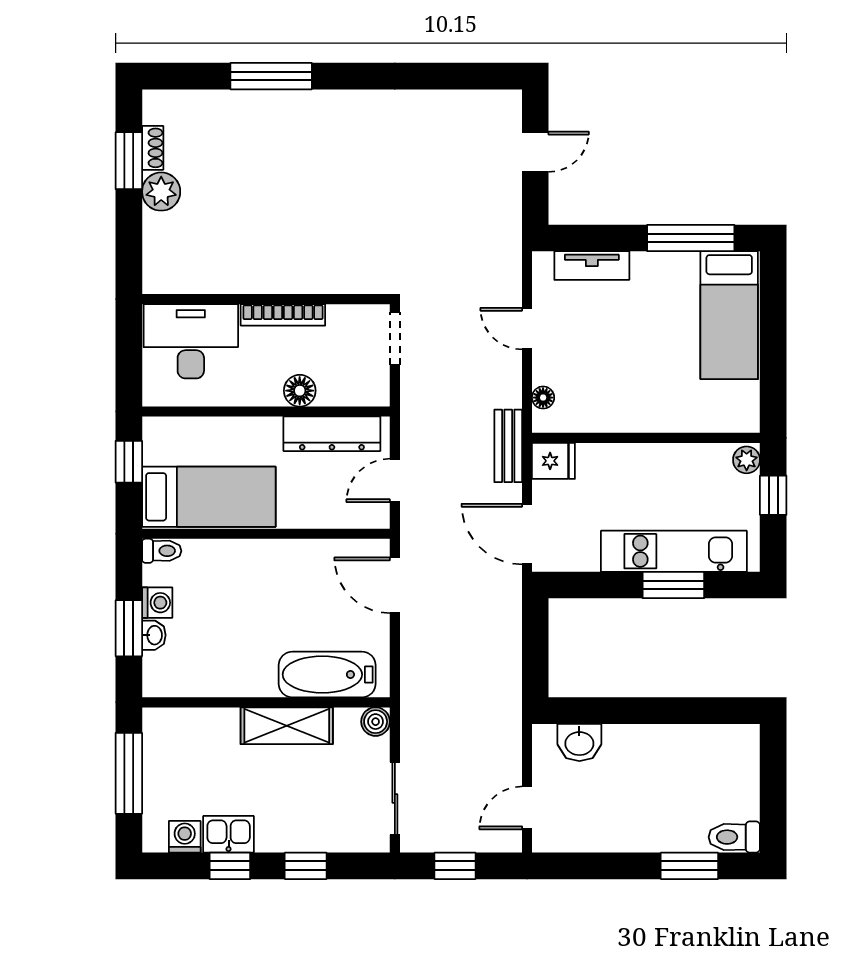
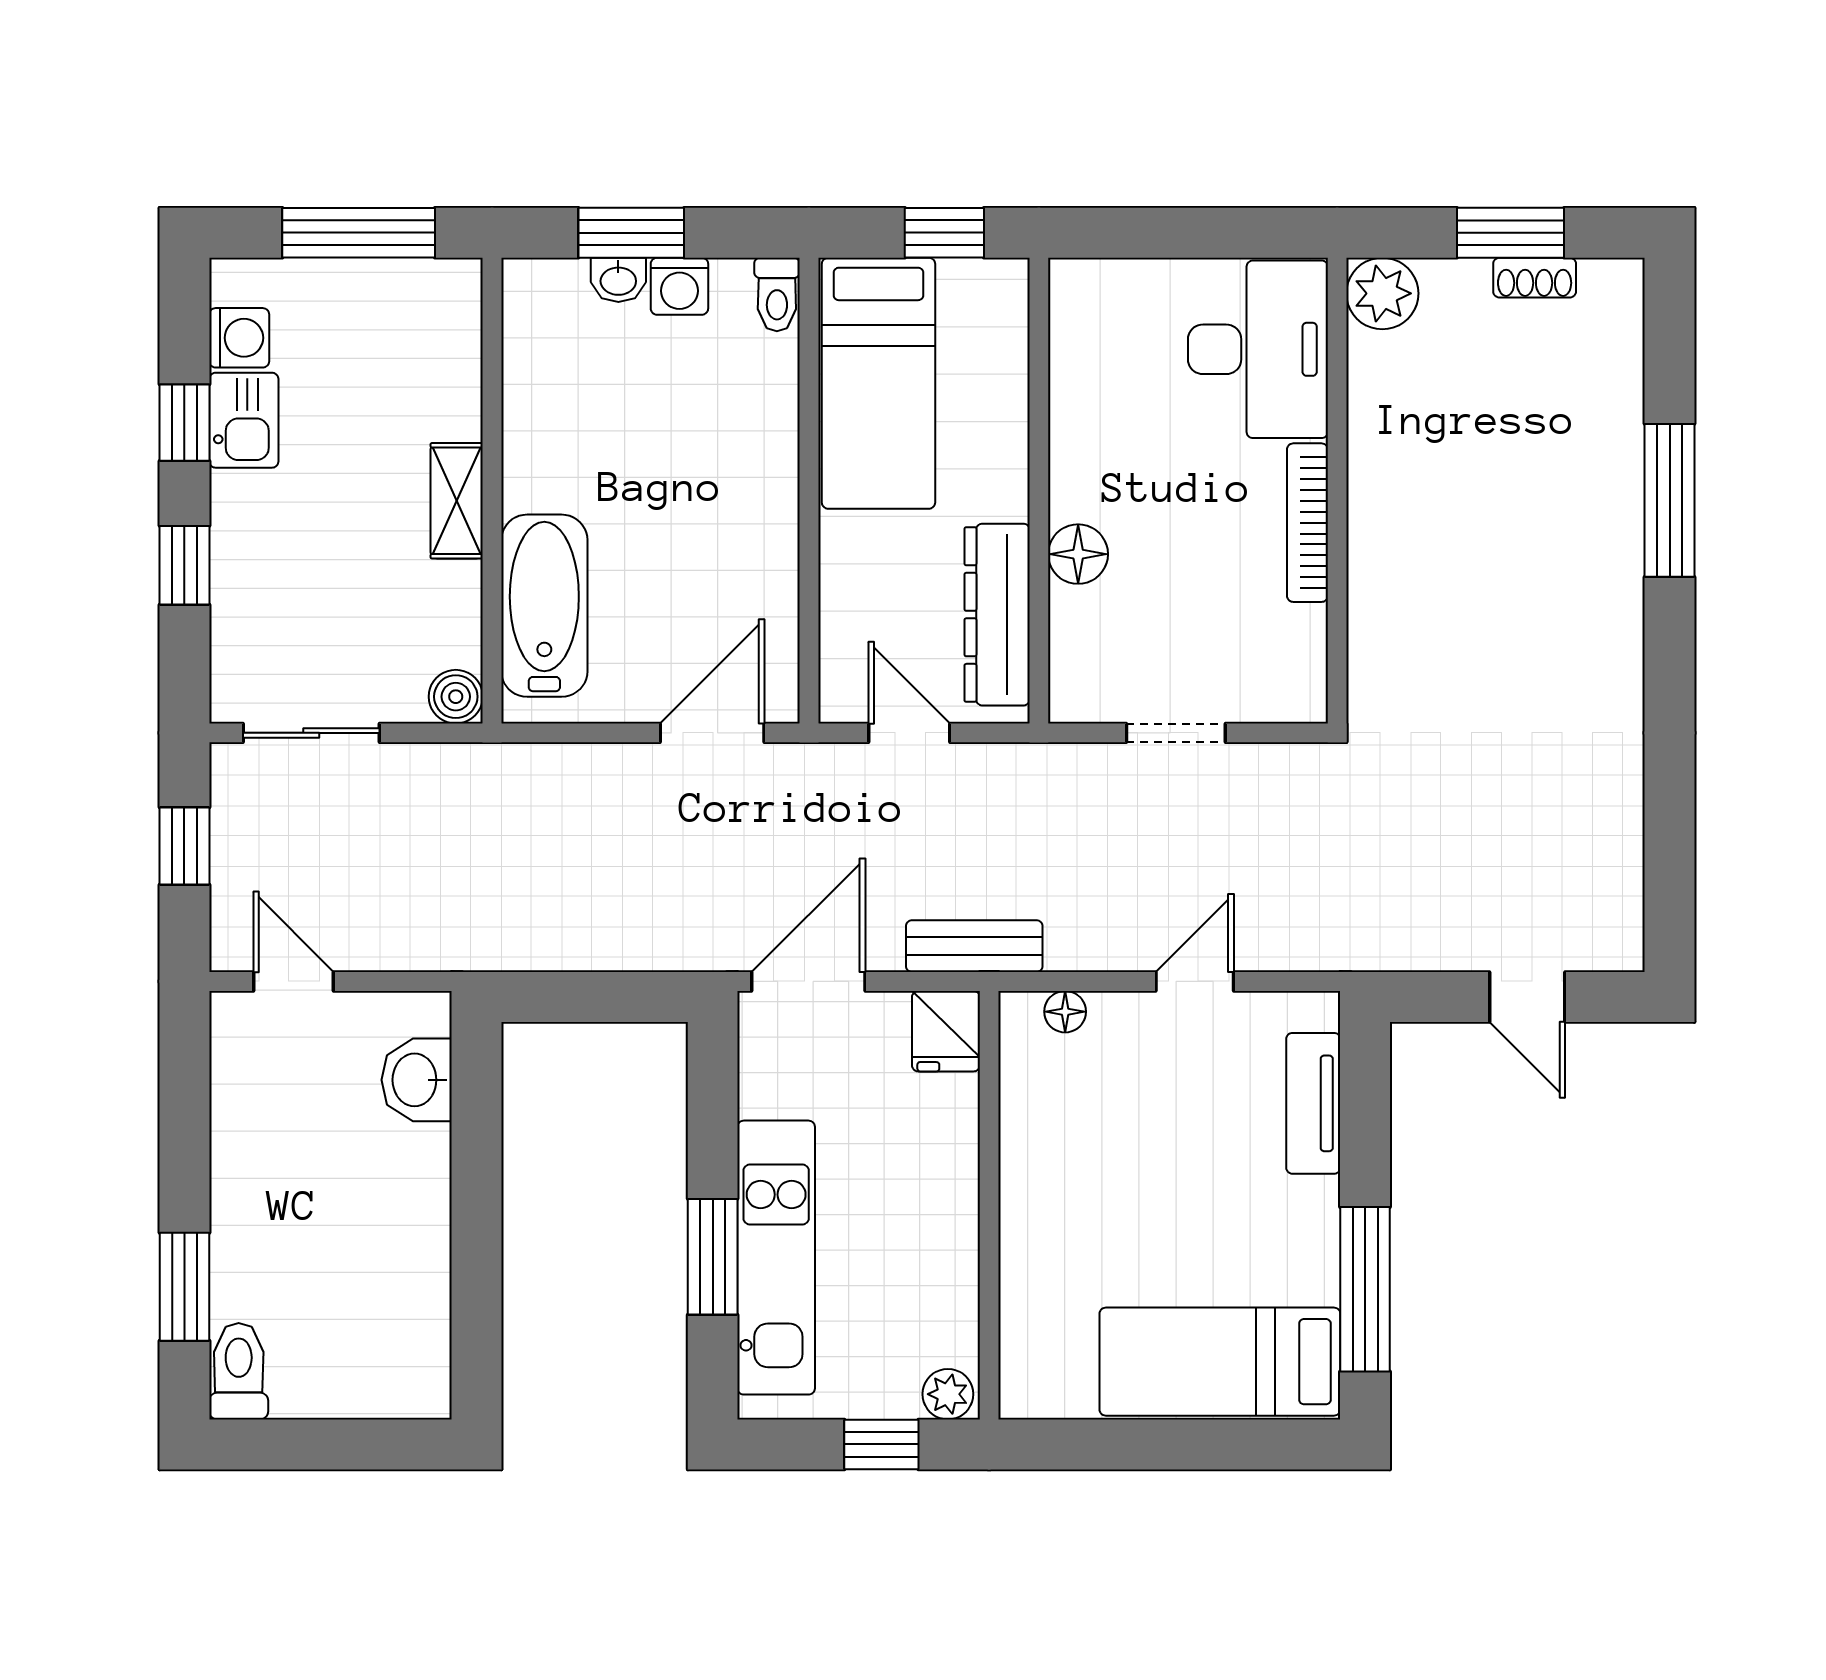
plant: (161, 192) -> (1382, 293), moved
wall: (266, 299) -> (1337, 491), moved
bookcase: (283, 315) -> (1307, 523), moved
desk: (191, 341) -> (1258, 349), moved
shelving: (287, 726) -> (457, 501), width x0.67, depth x0.75

